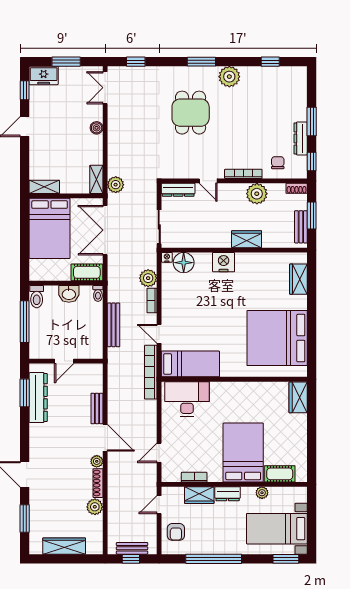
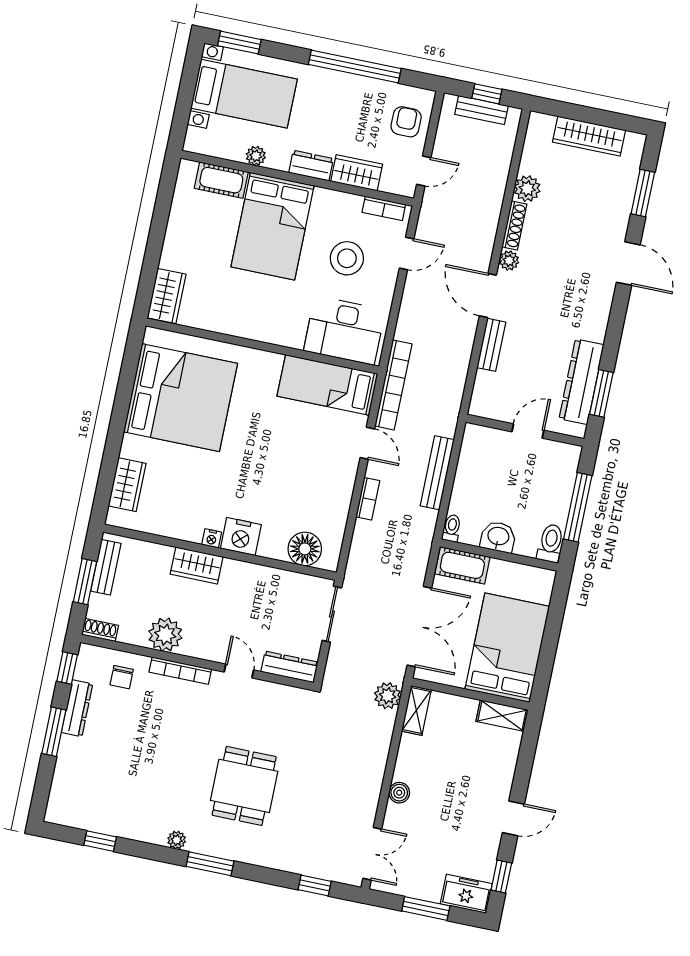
plant: (229, 77) -> (177, 840), width x0.53, depth x0.53
nightstand: (167, 257) -> (212, 538), moved
plant: (148, 278) -> (367, 536), removed
stool: (194, 443) -> (347, 258), added
bookcase: (194, 477) -> (384, 208), moved

